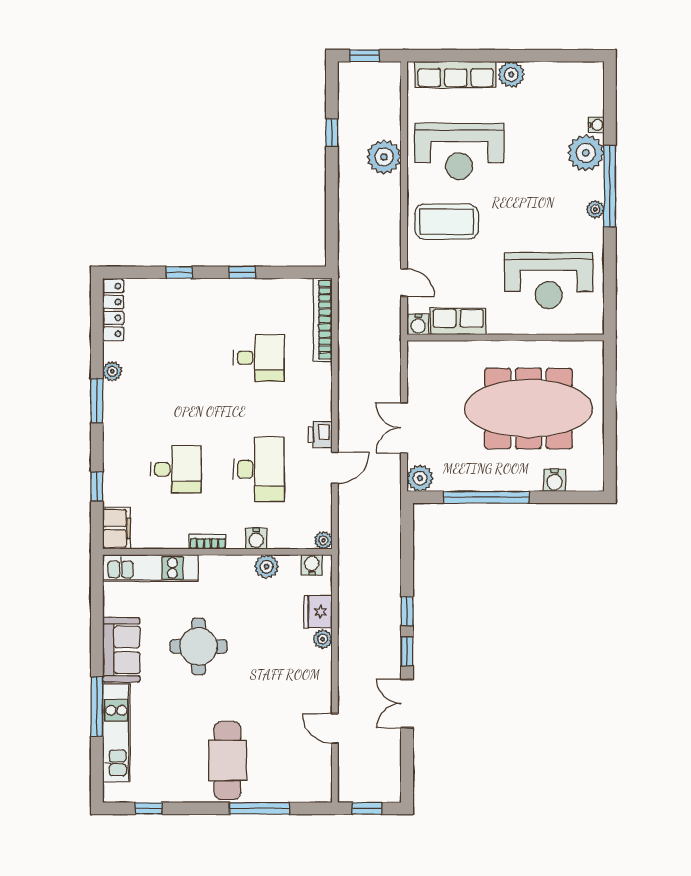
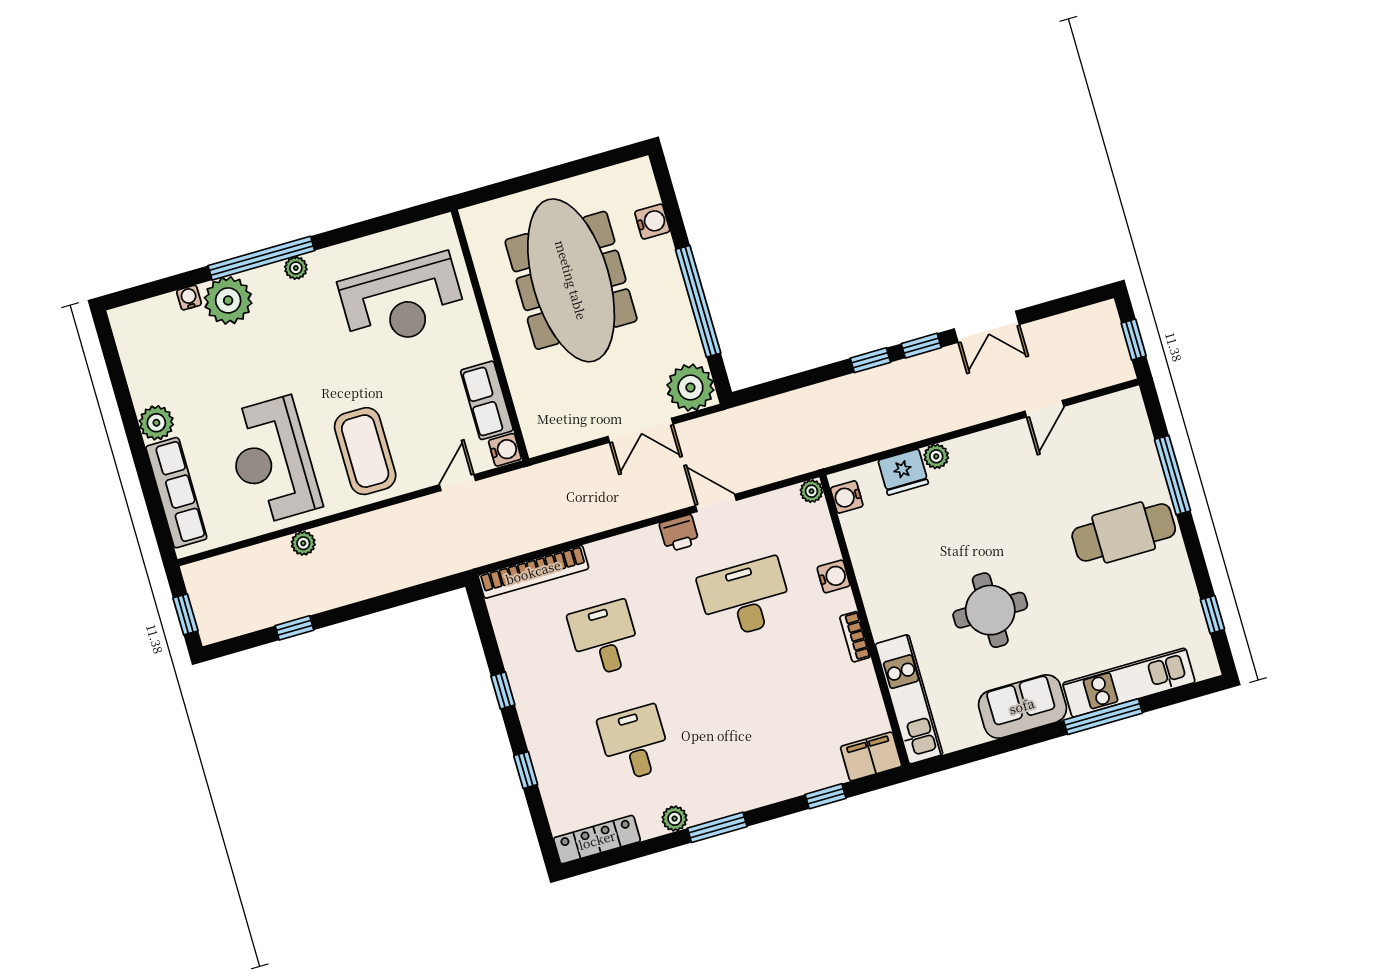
reception desk: (459, 151) -> (272, 461), turned 180
plant: (384, 157) -> (303, 543), width x0.53, depth x0.53
reception desk: (549, 280) -> (402, 301), turned 90
desk: (176, 469) -> (635, 743), moved
plant: (420, 478) -> (690, 388), width x1.36, depth x1.36
plant: (267, 567) -> (865, 553), removed

